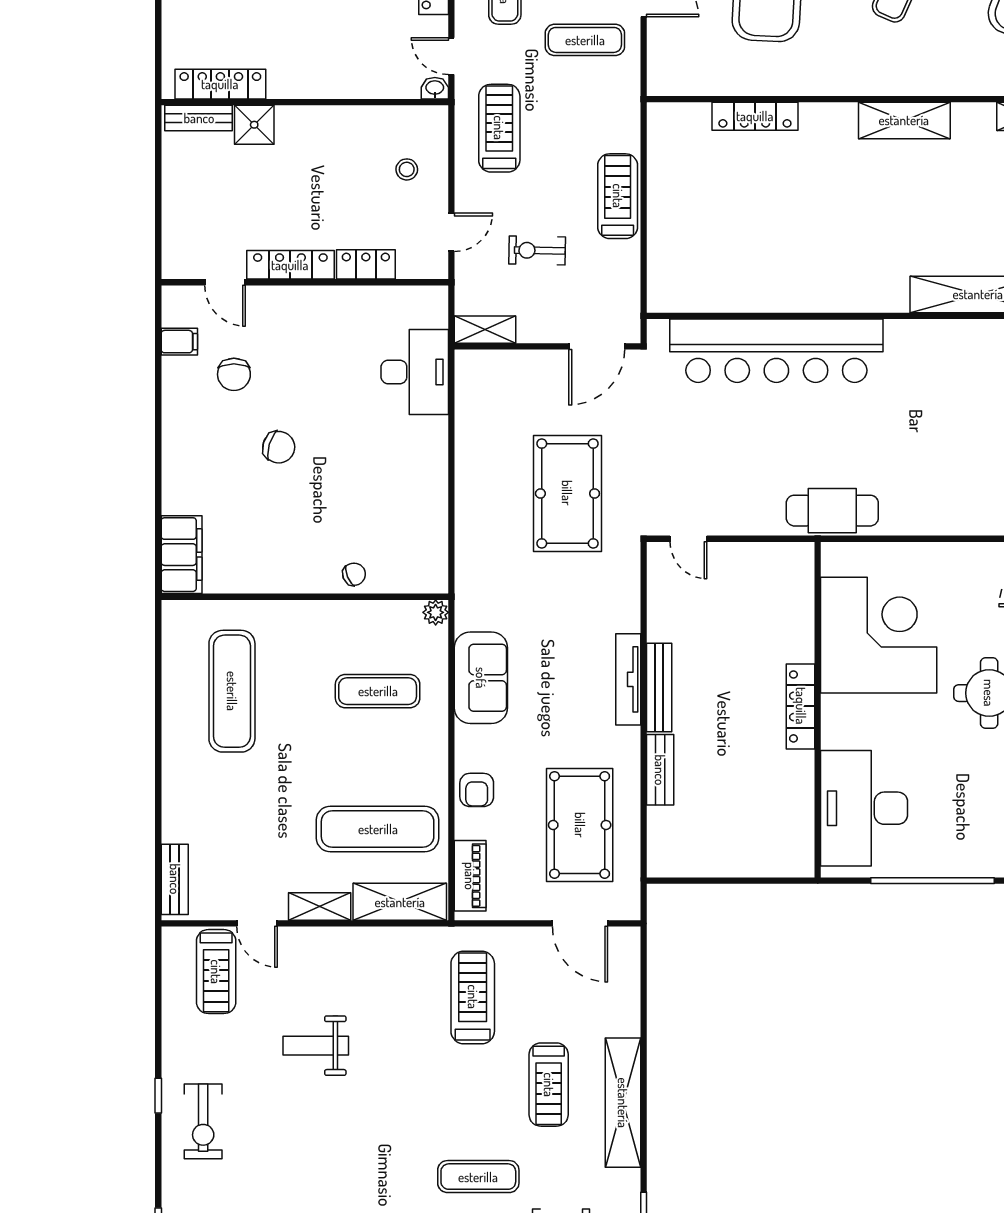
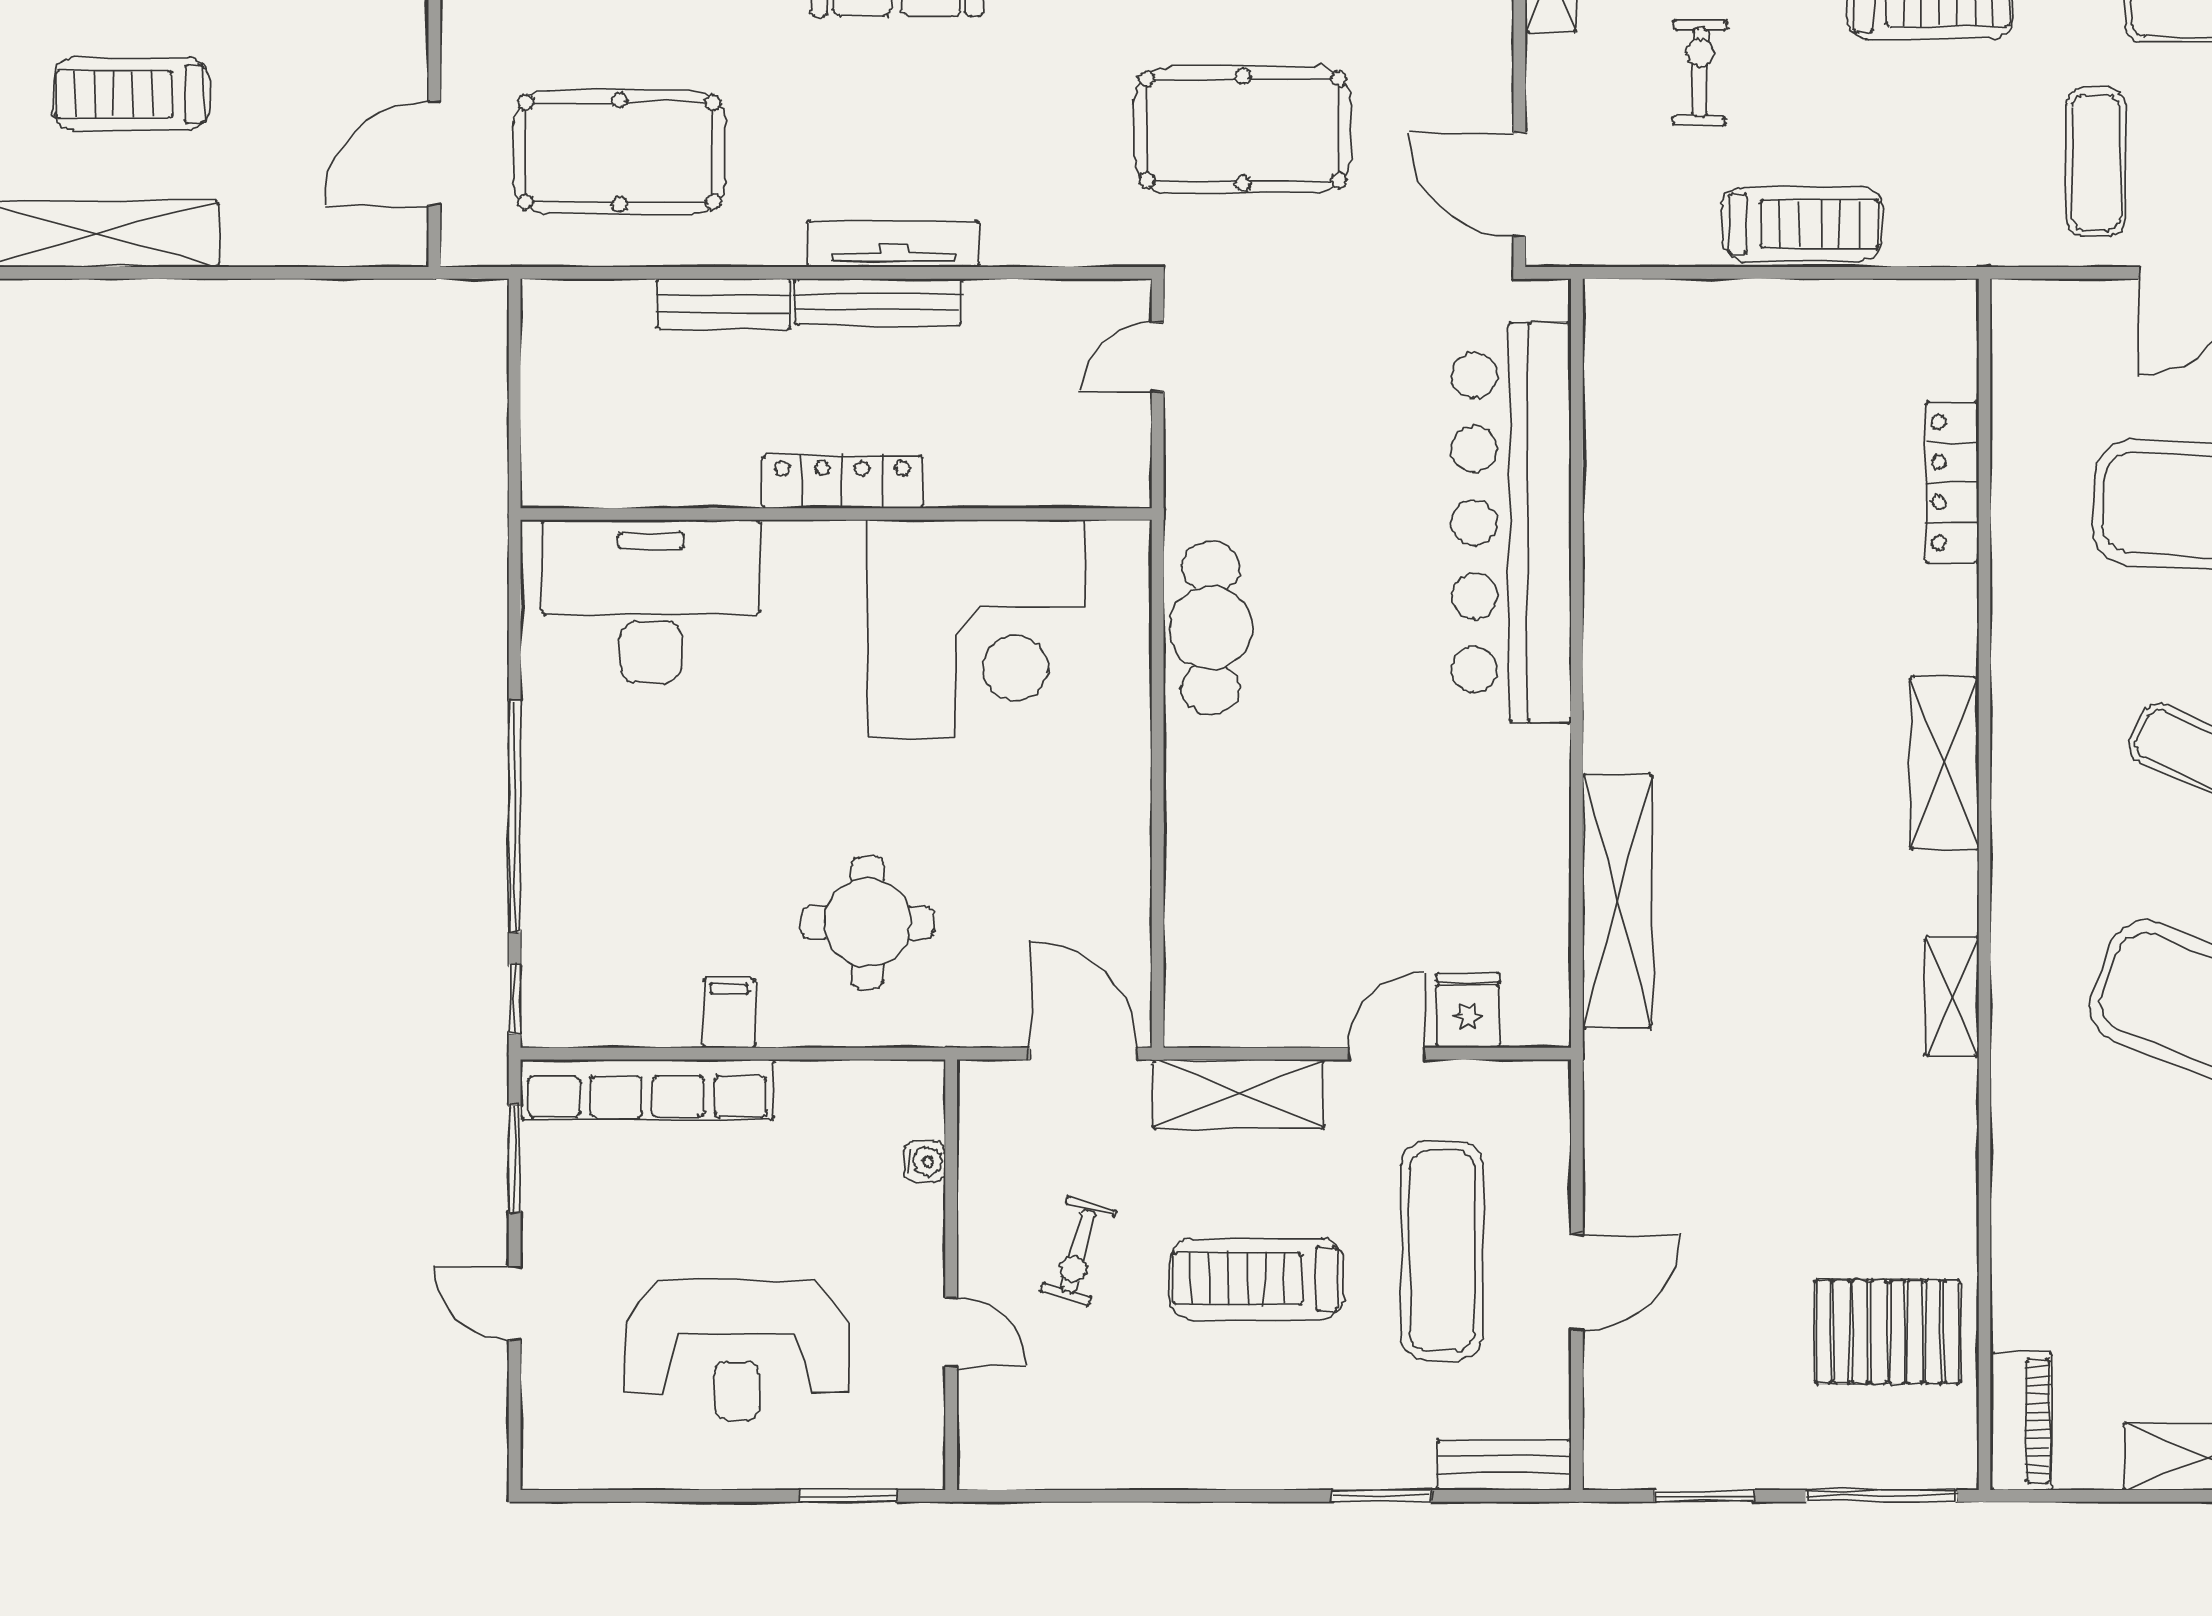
corner desk: (879, 635) -> (976, 629), moved
locker: (801, 706) -> (842, 482), moved
wall: (818, 710) -> (836, 514), moved
desk: (864, 808) -> (651, 601), moved

